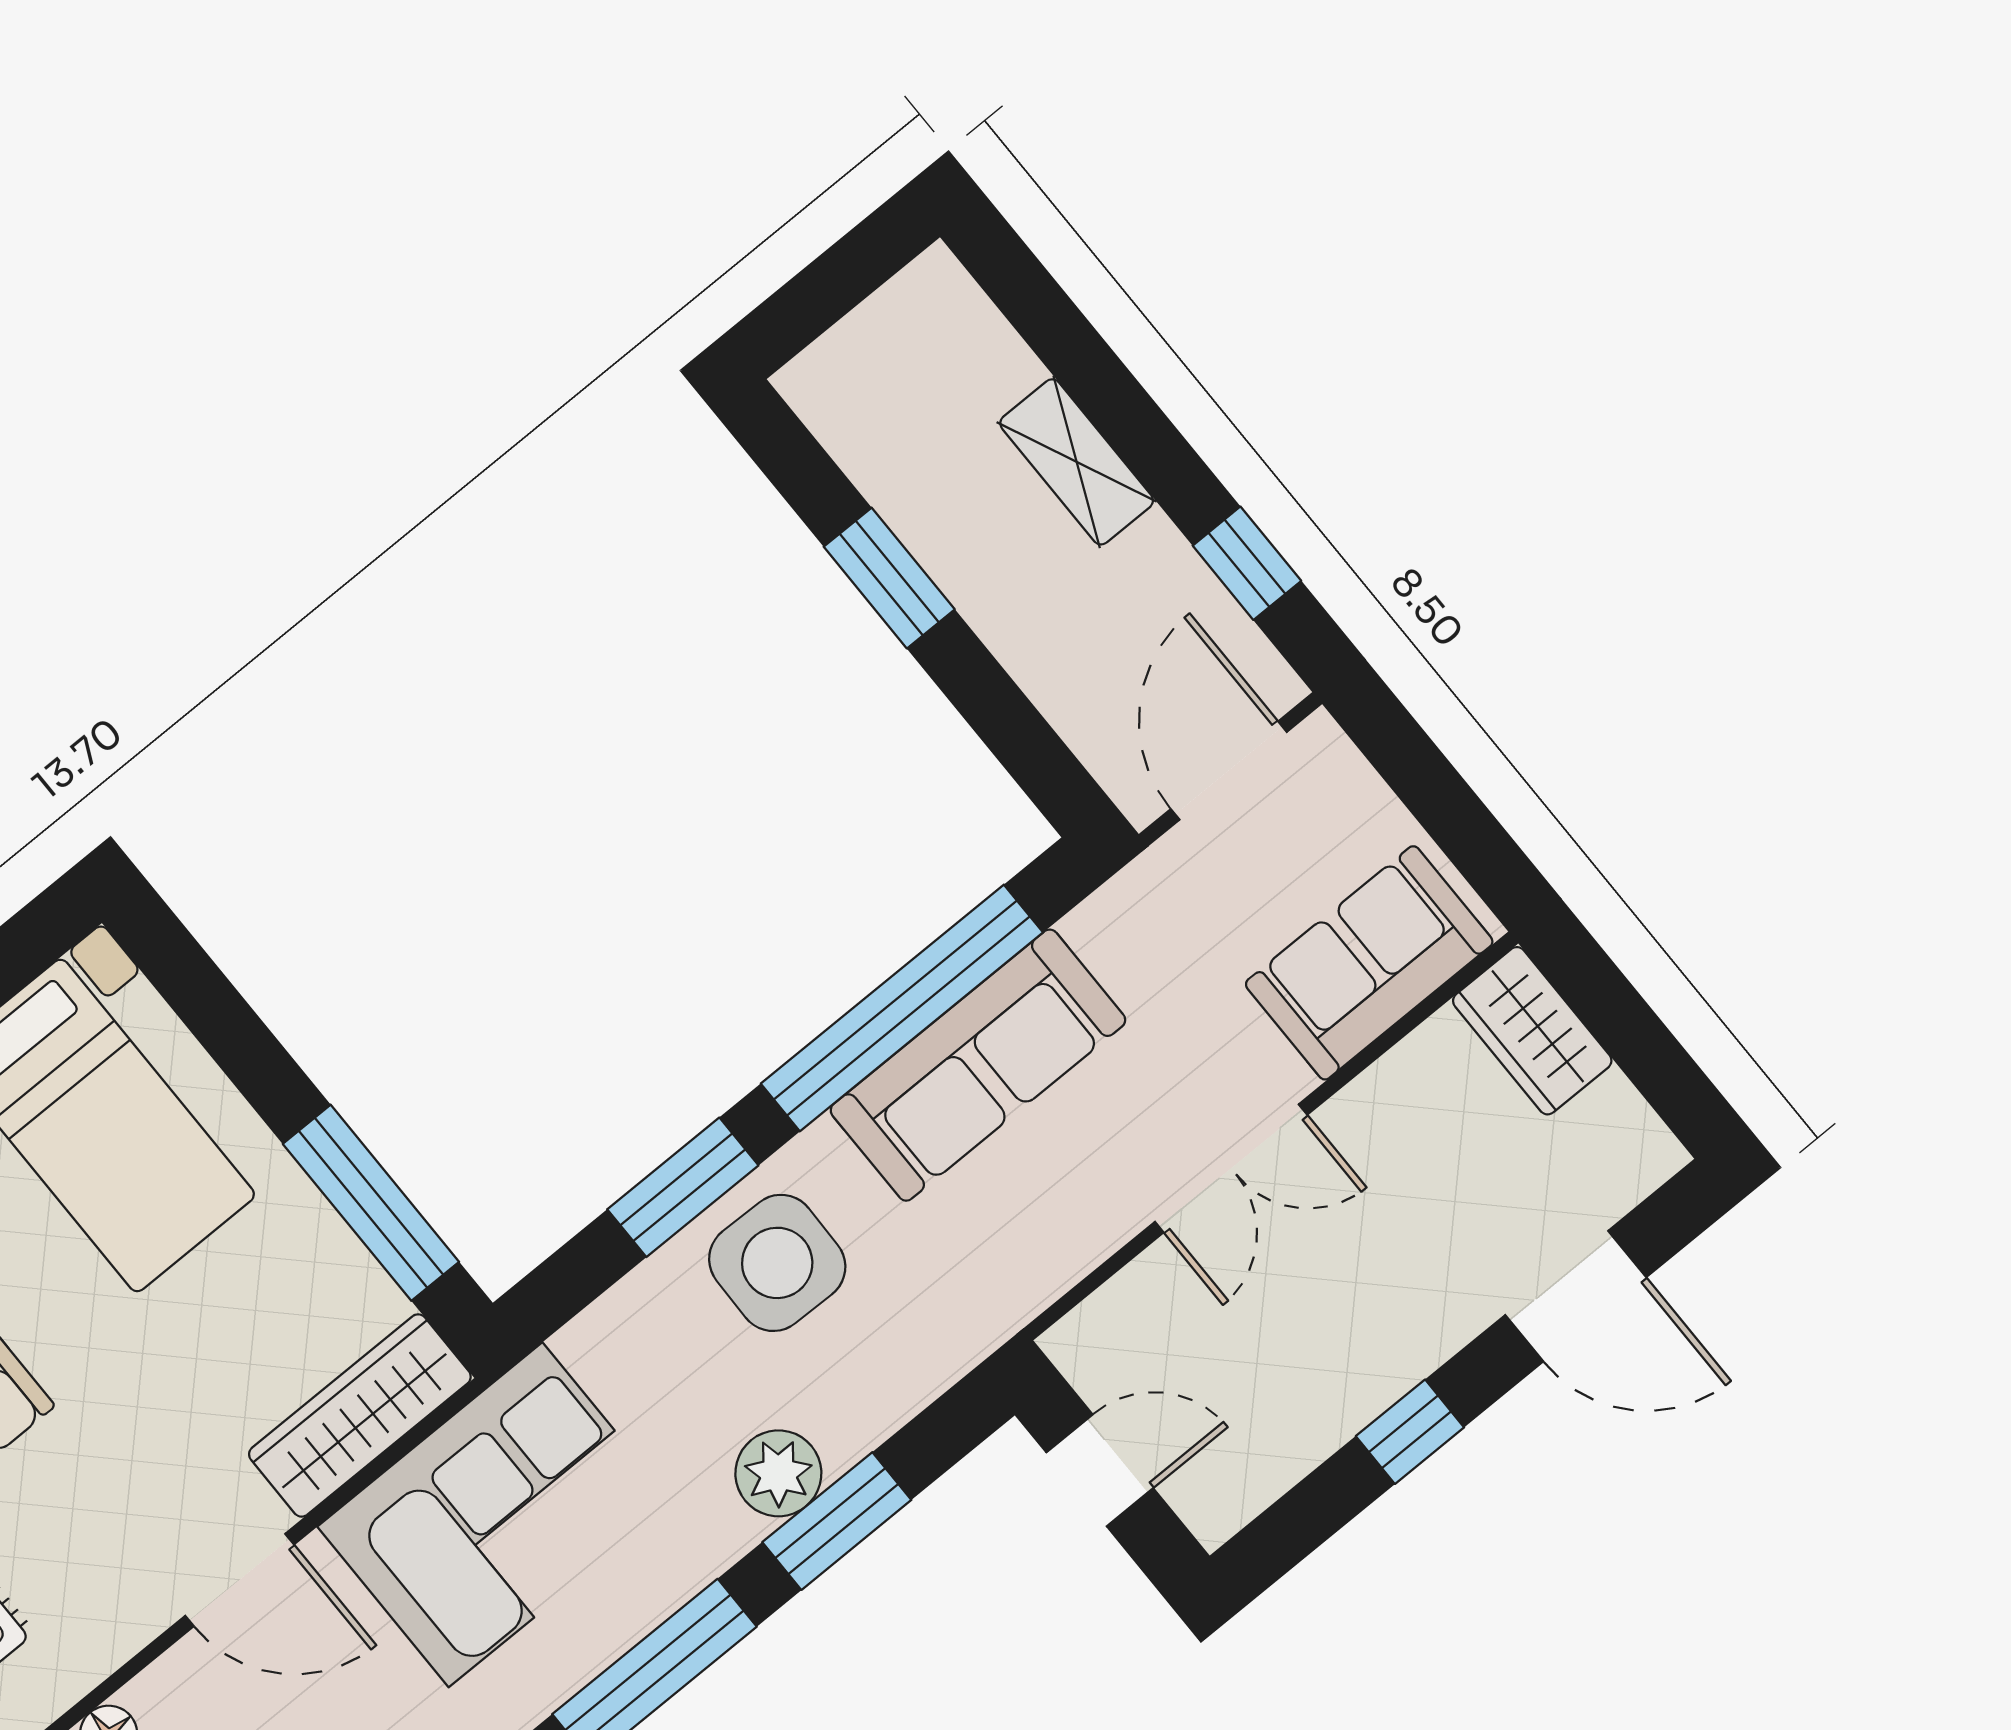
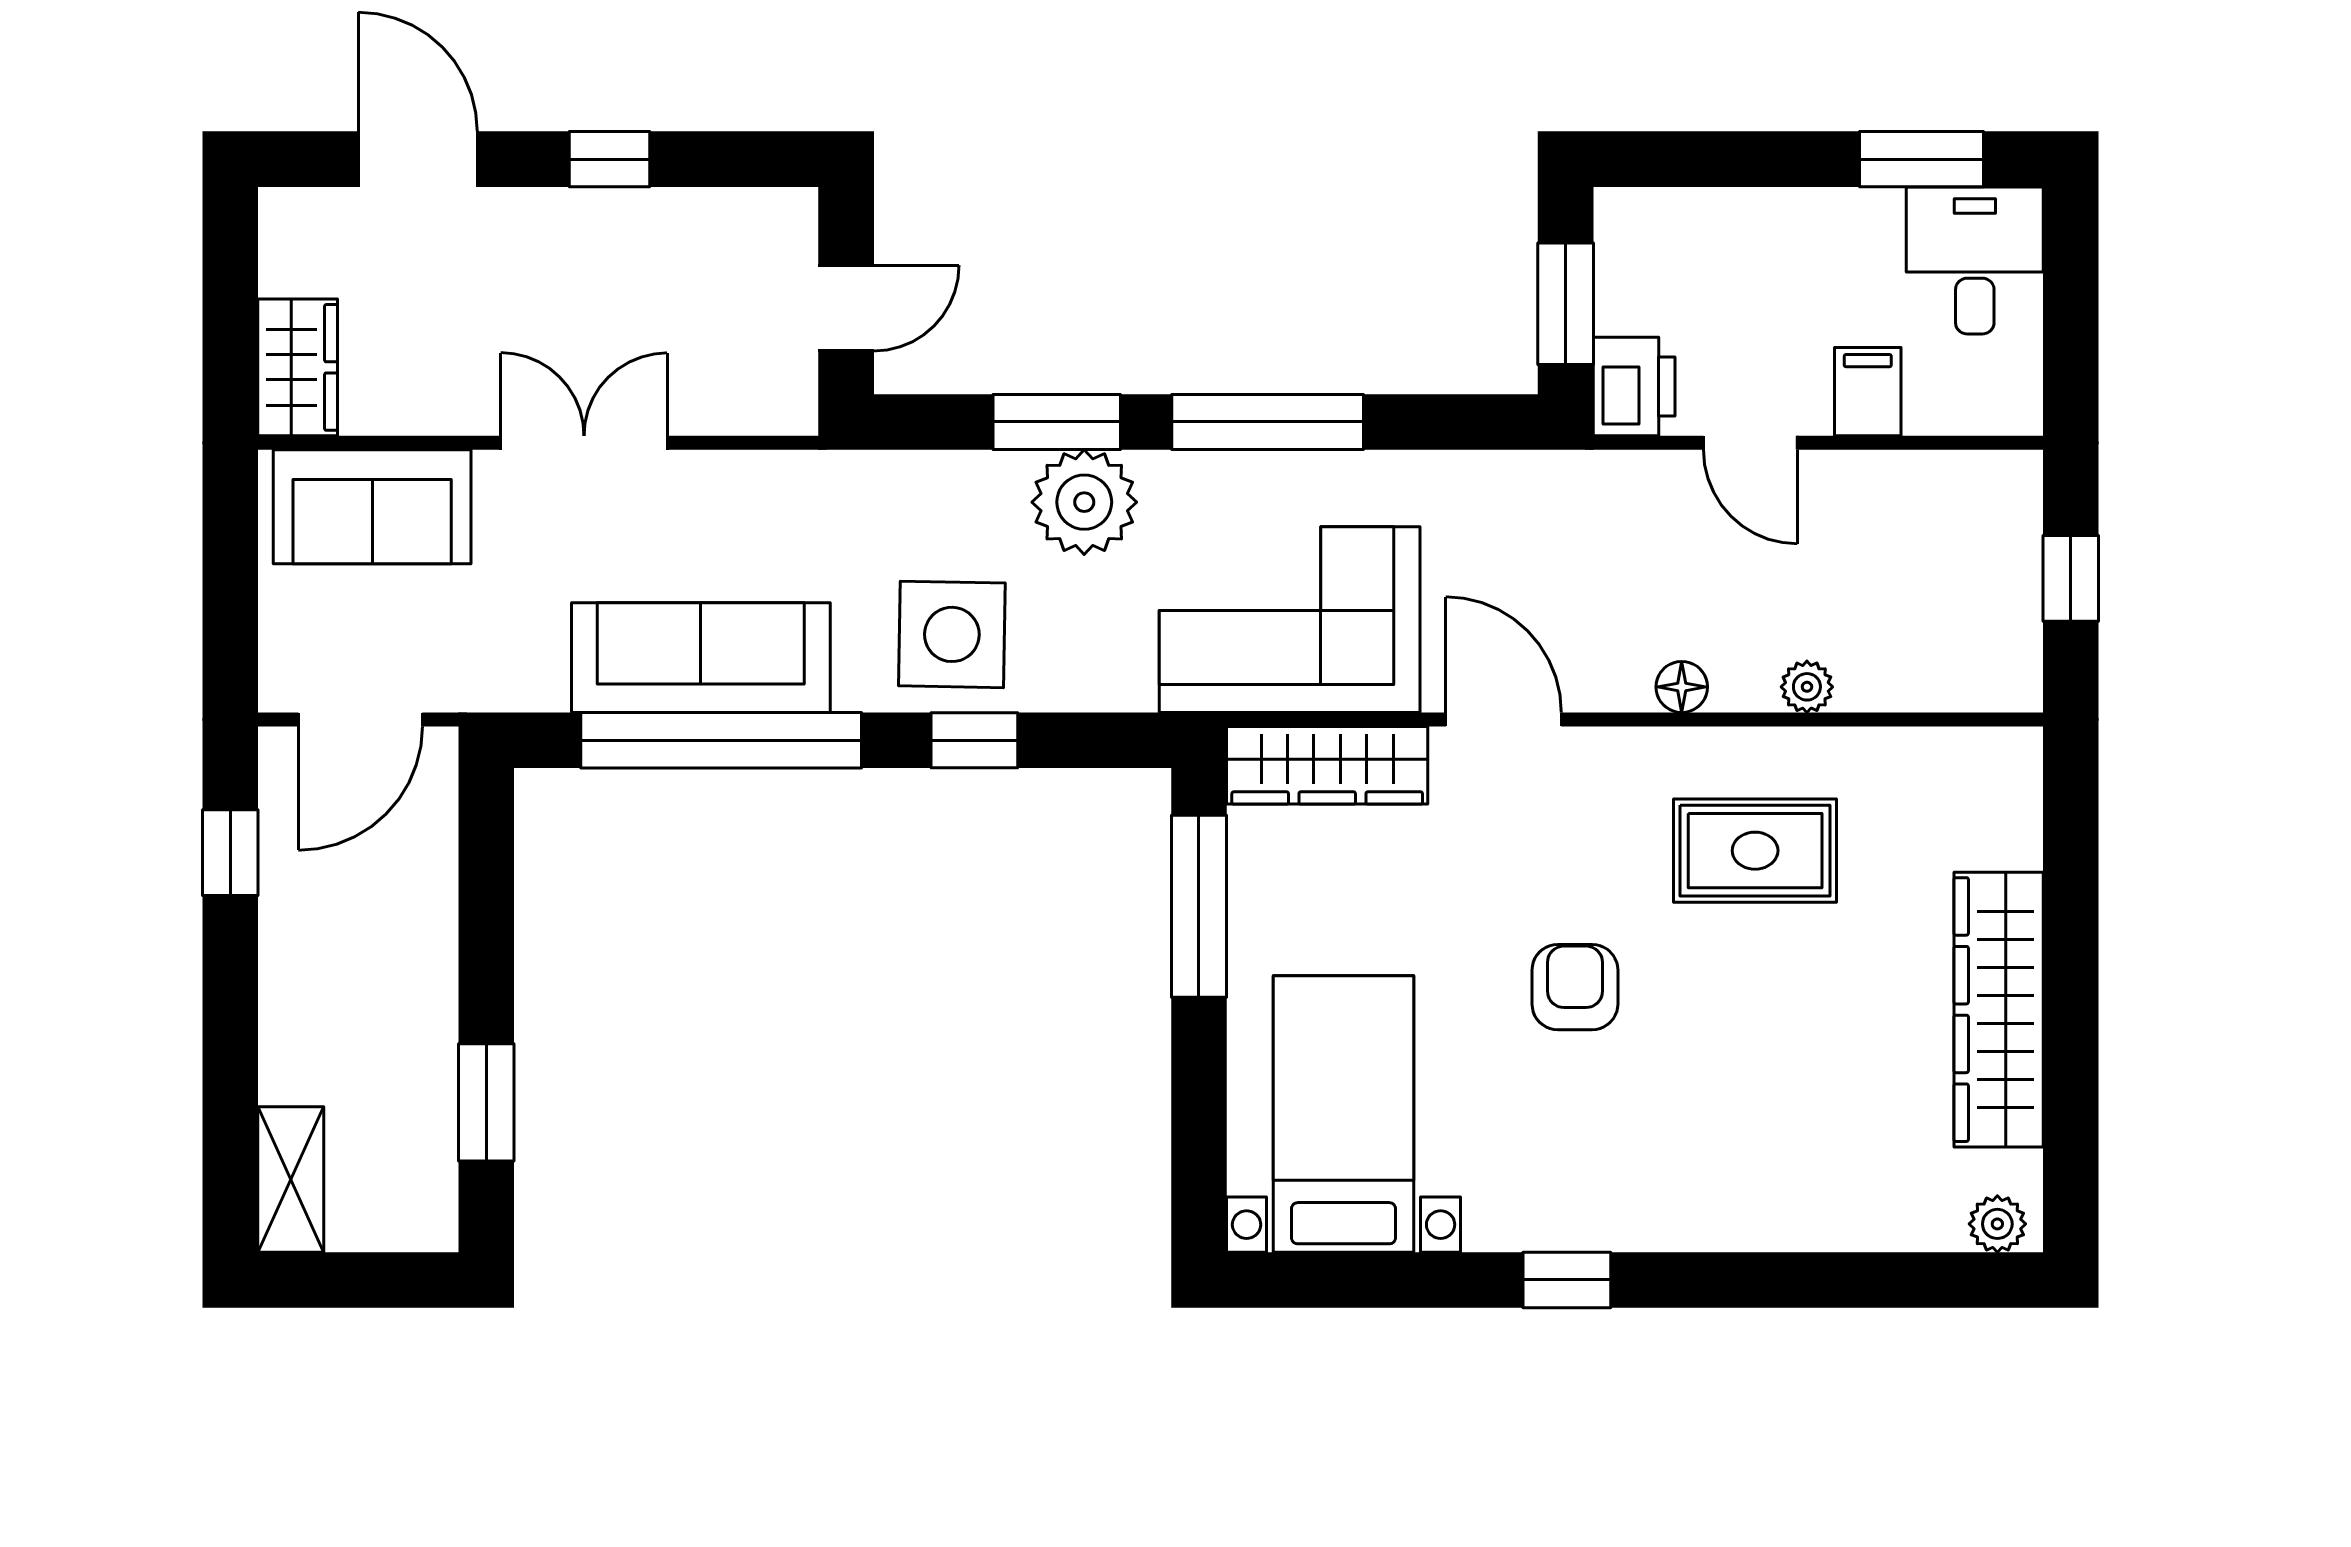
shelving: (1077, 462) -> (291, 1179), moved
window: (889, 578) -> (486, 1102), moved
window: (683, 1187) -> (974, 740), width x0.67
door: (1100, 1470) -> (846, 308), swing flipped
plant: (778, 1473) -> (1084, 502), width x1.36, depth x1.36

